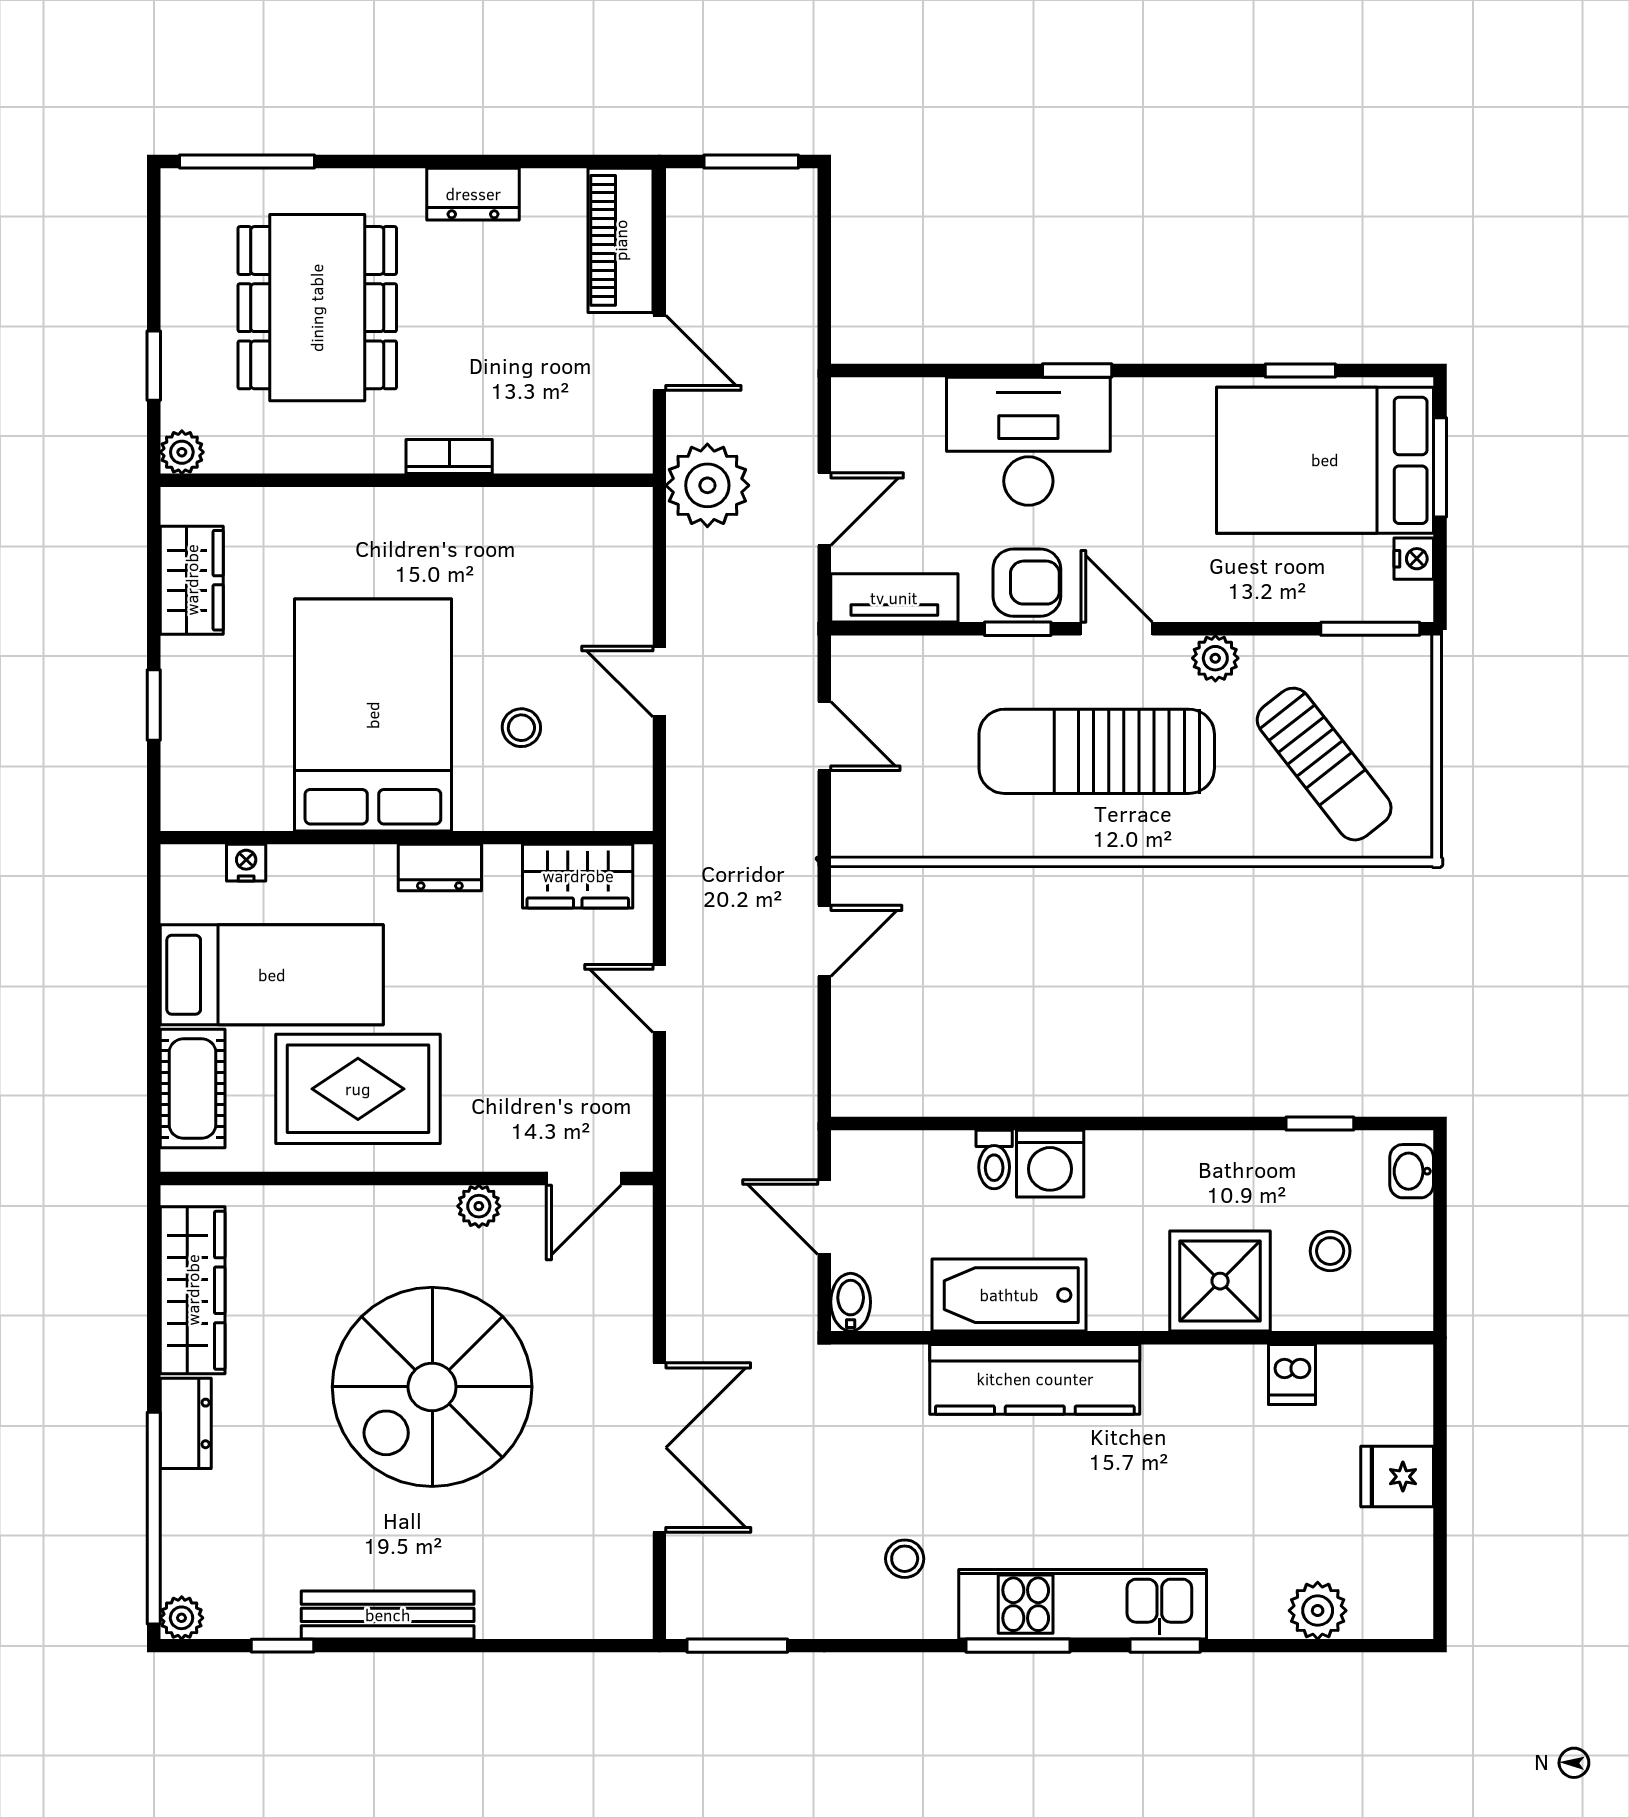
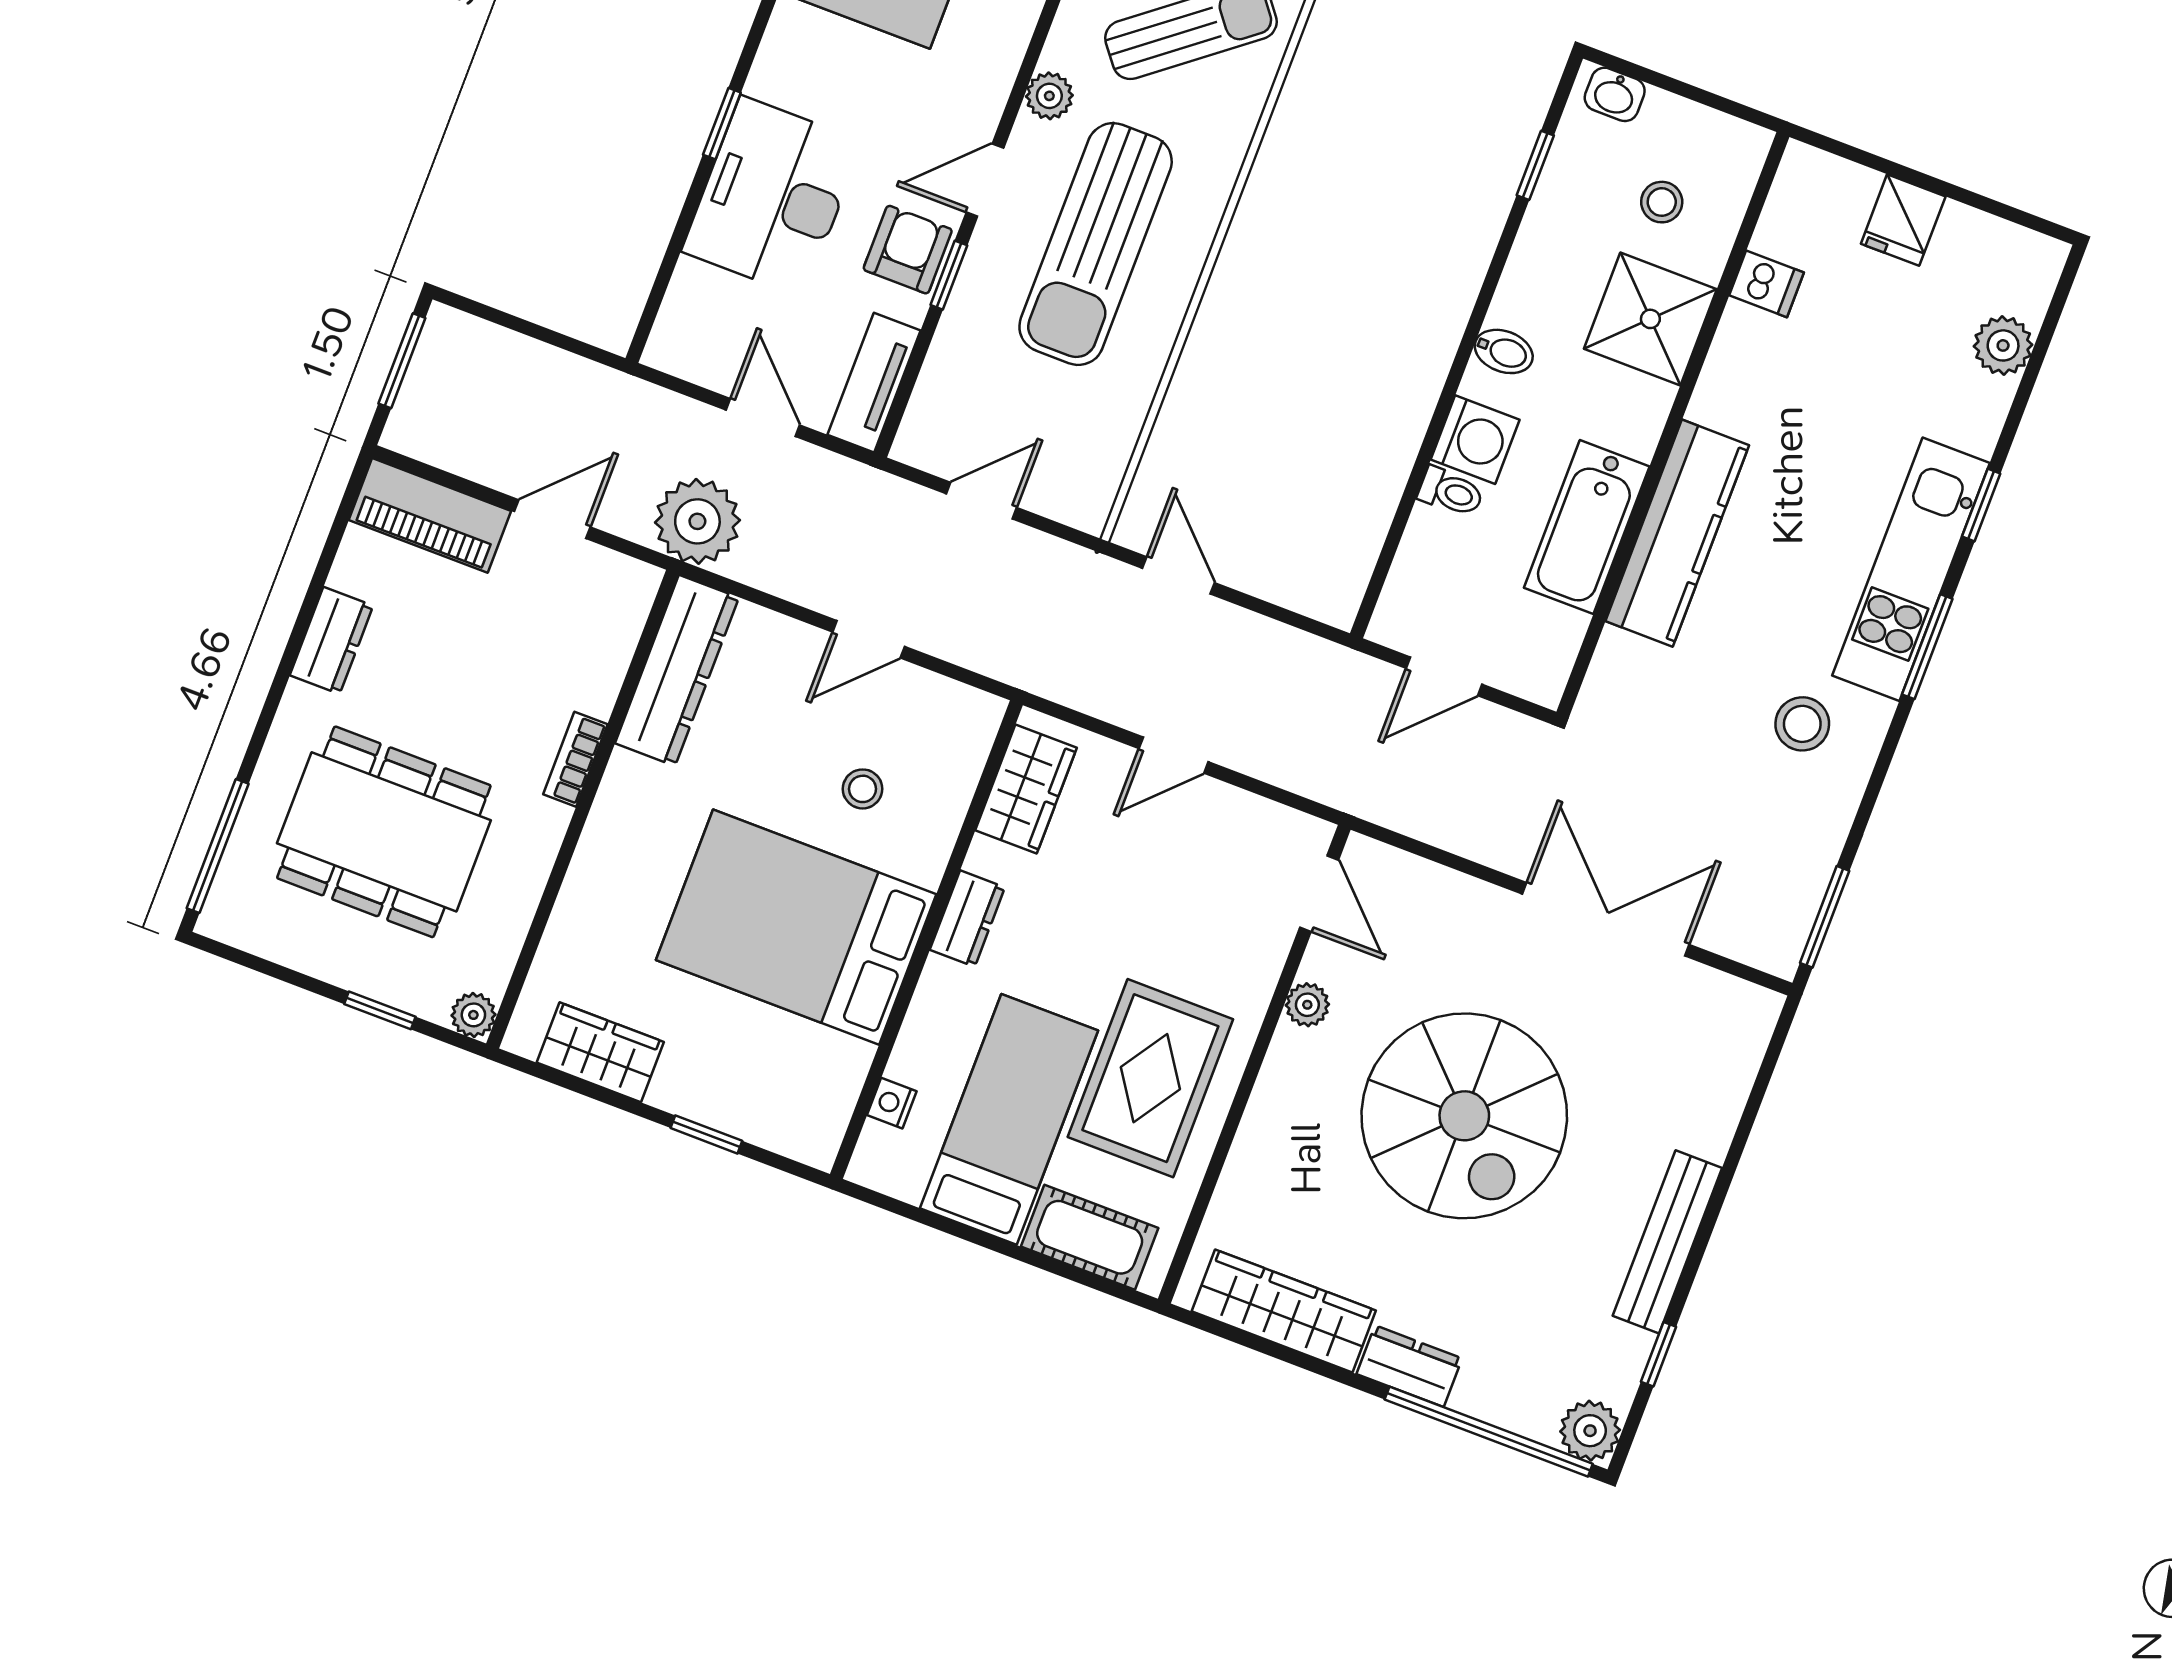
dresser: (565, 518) -> (677, 670), added
bidet: (851, 1302) -> (1504, 351), moved, turned 180
stool: (905, 1559) -> (1802, 724), width x1.37, depth x1.37
plant: (182, 1618) -> (1590, 1431), width x1.38, depth x1.38

